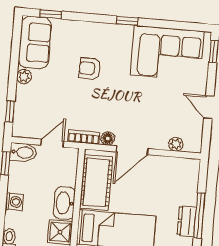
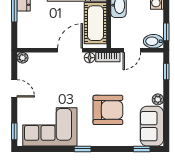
armchair: (90, 69) -> (108, 110), width x1.88, depth x1.88
plant: (176, 144) -> (22, 58), moved

